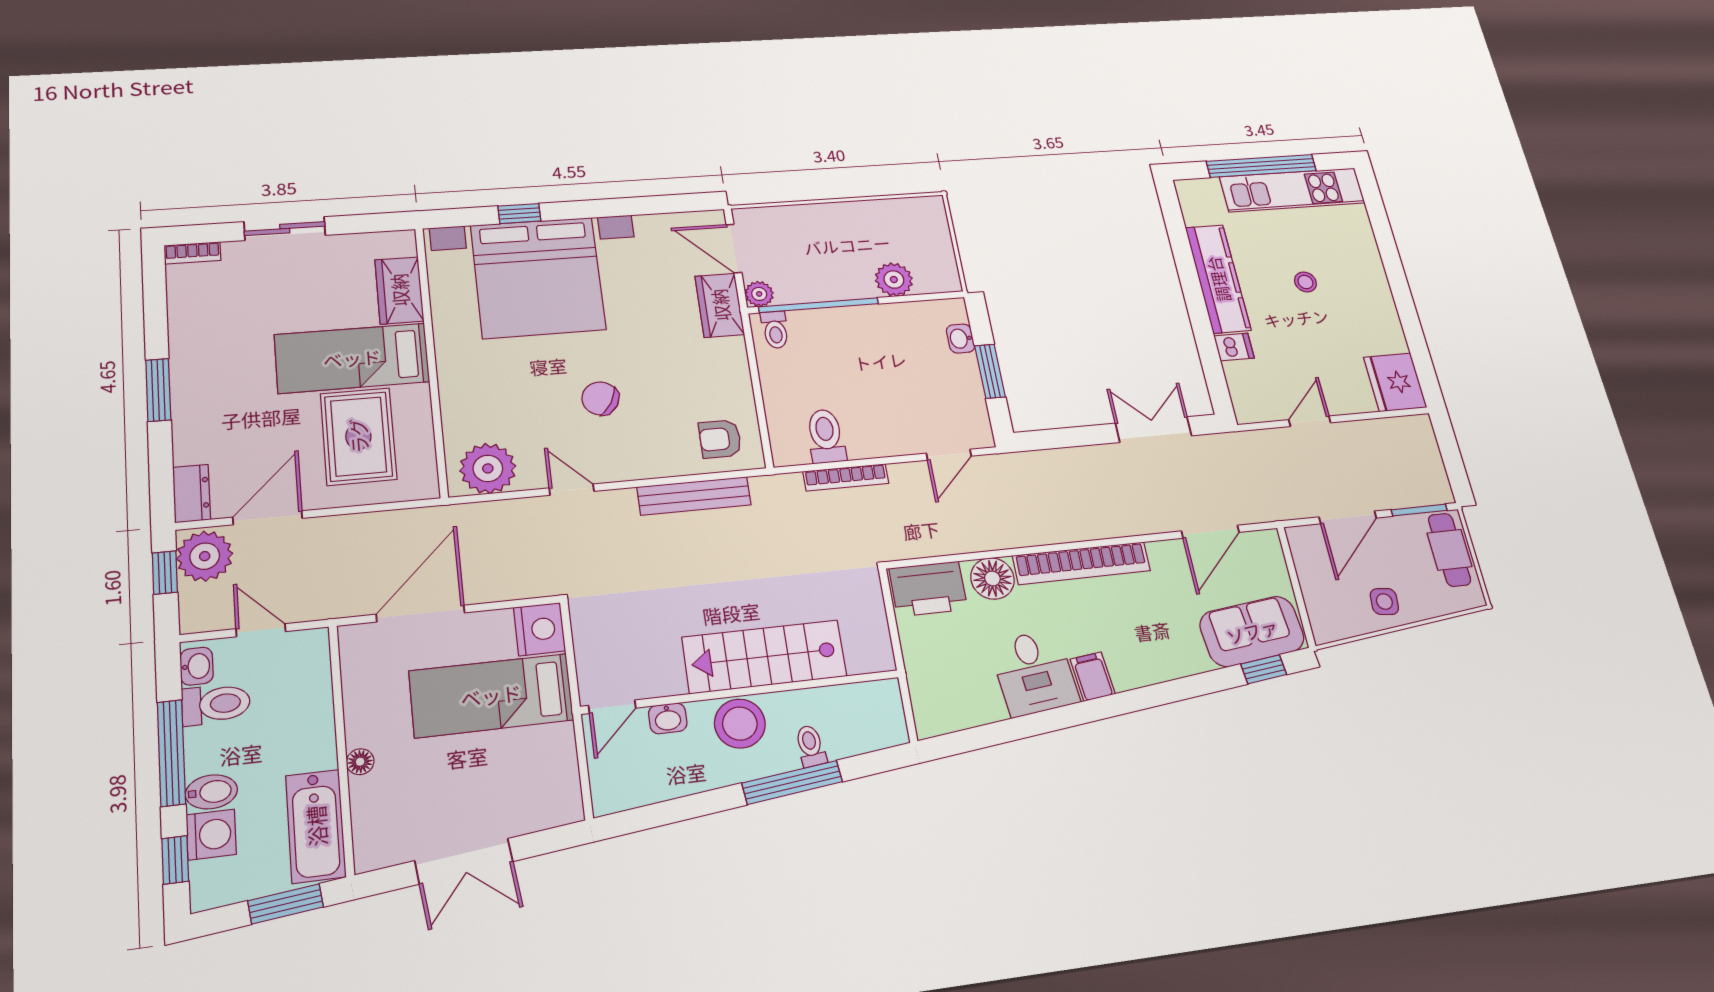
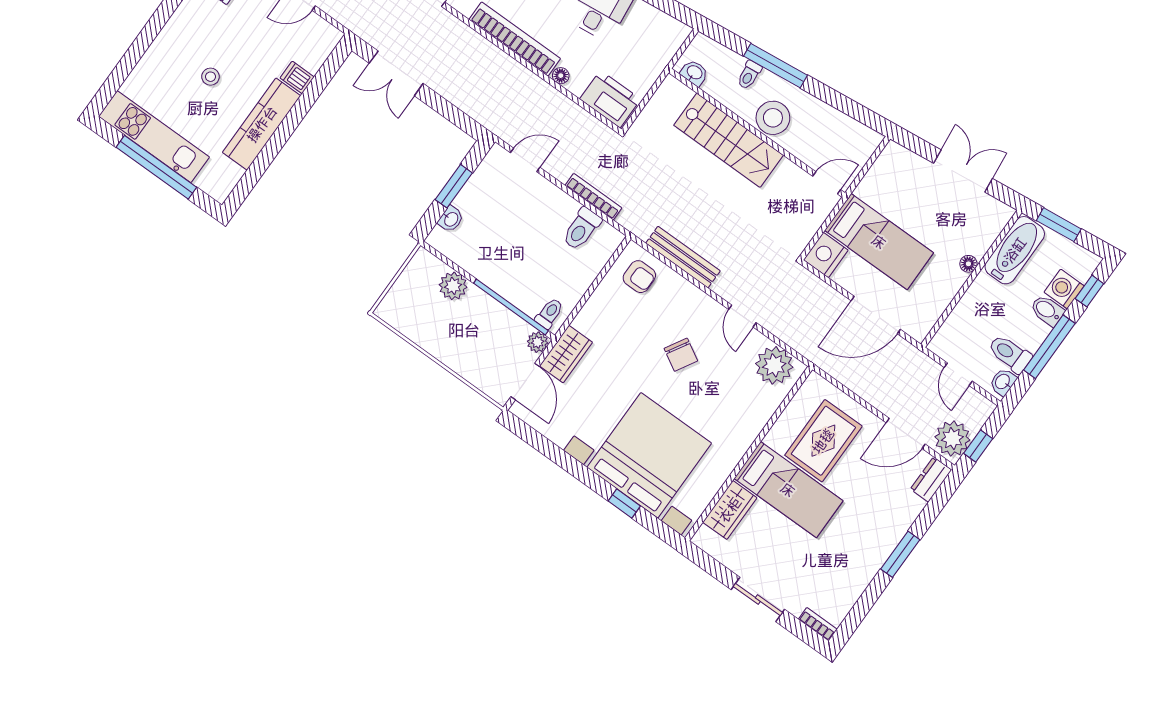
floor lamp: (992, 578) -> (561, 76), width x0.53, depth x0.53
washbasin: (668, 718) -> (694, 73), moved

